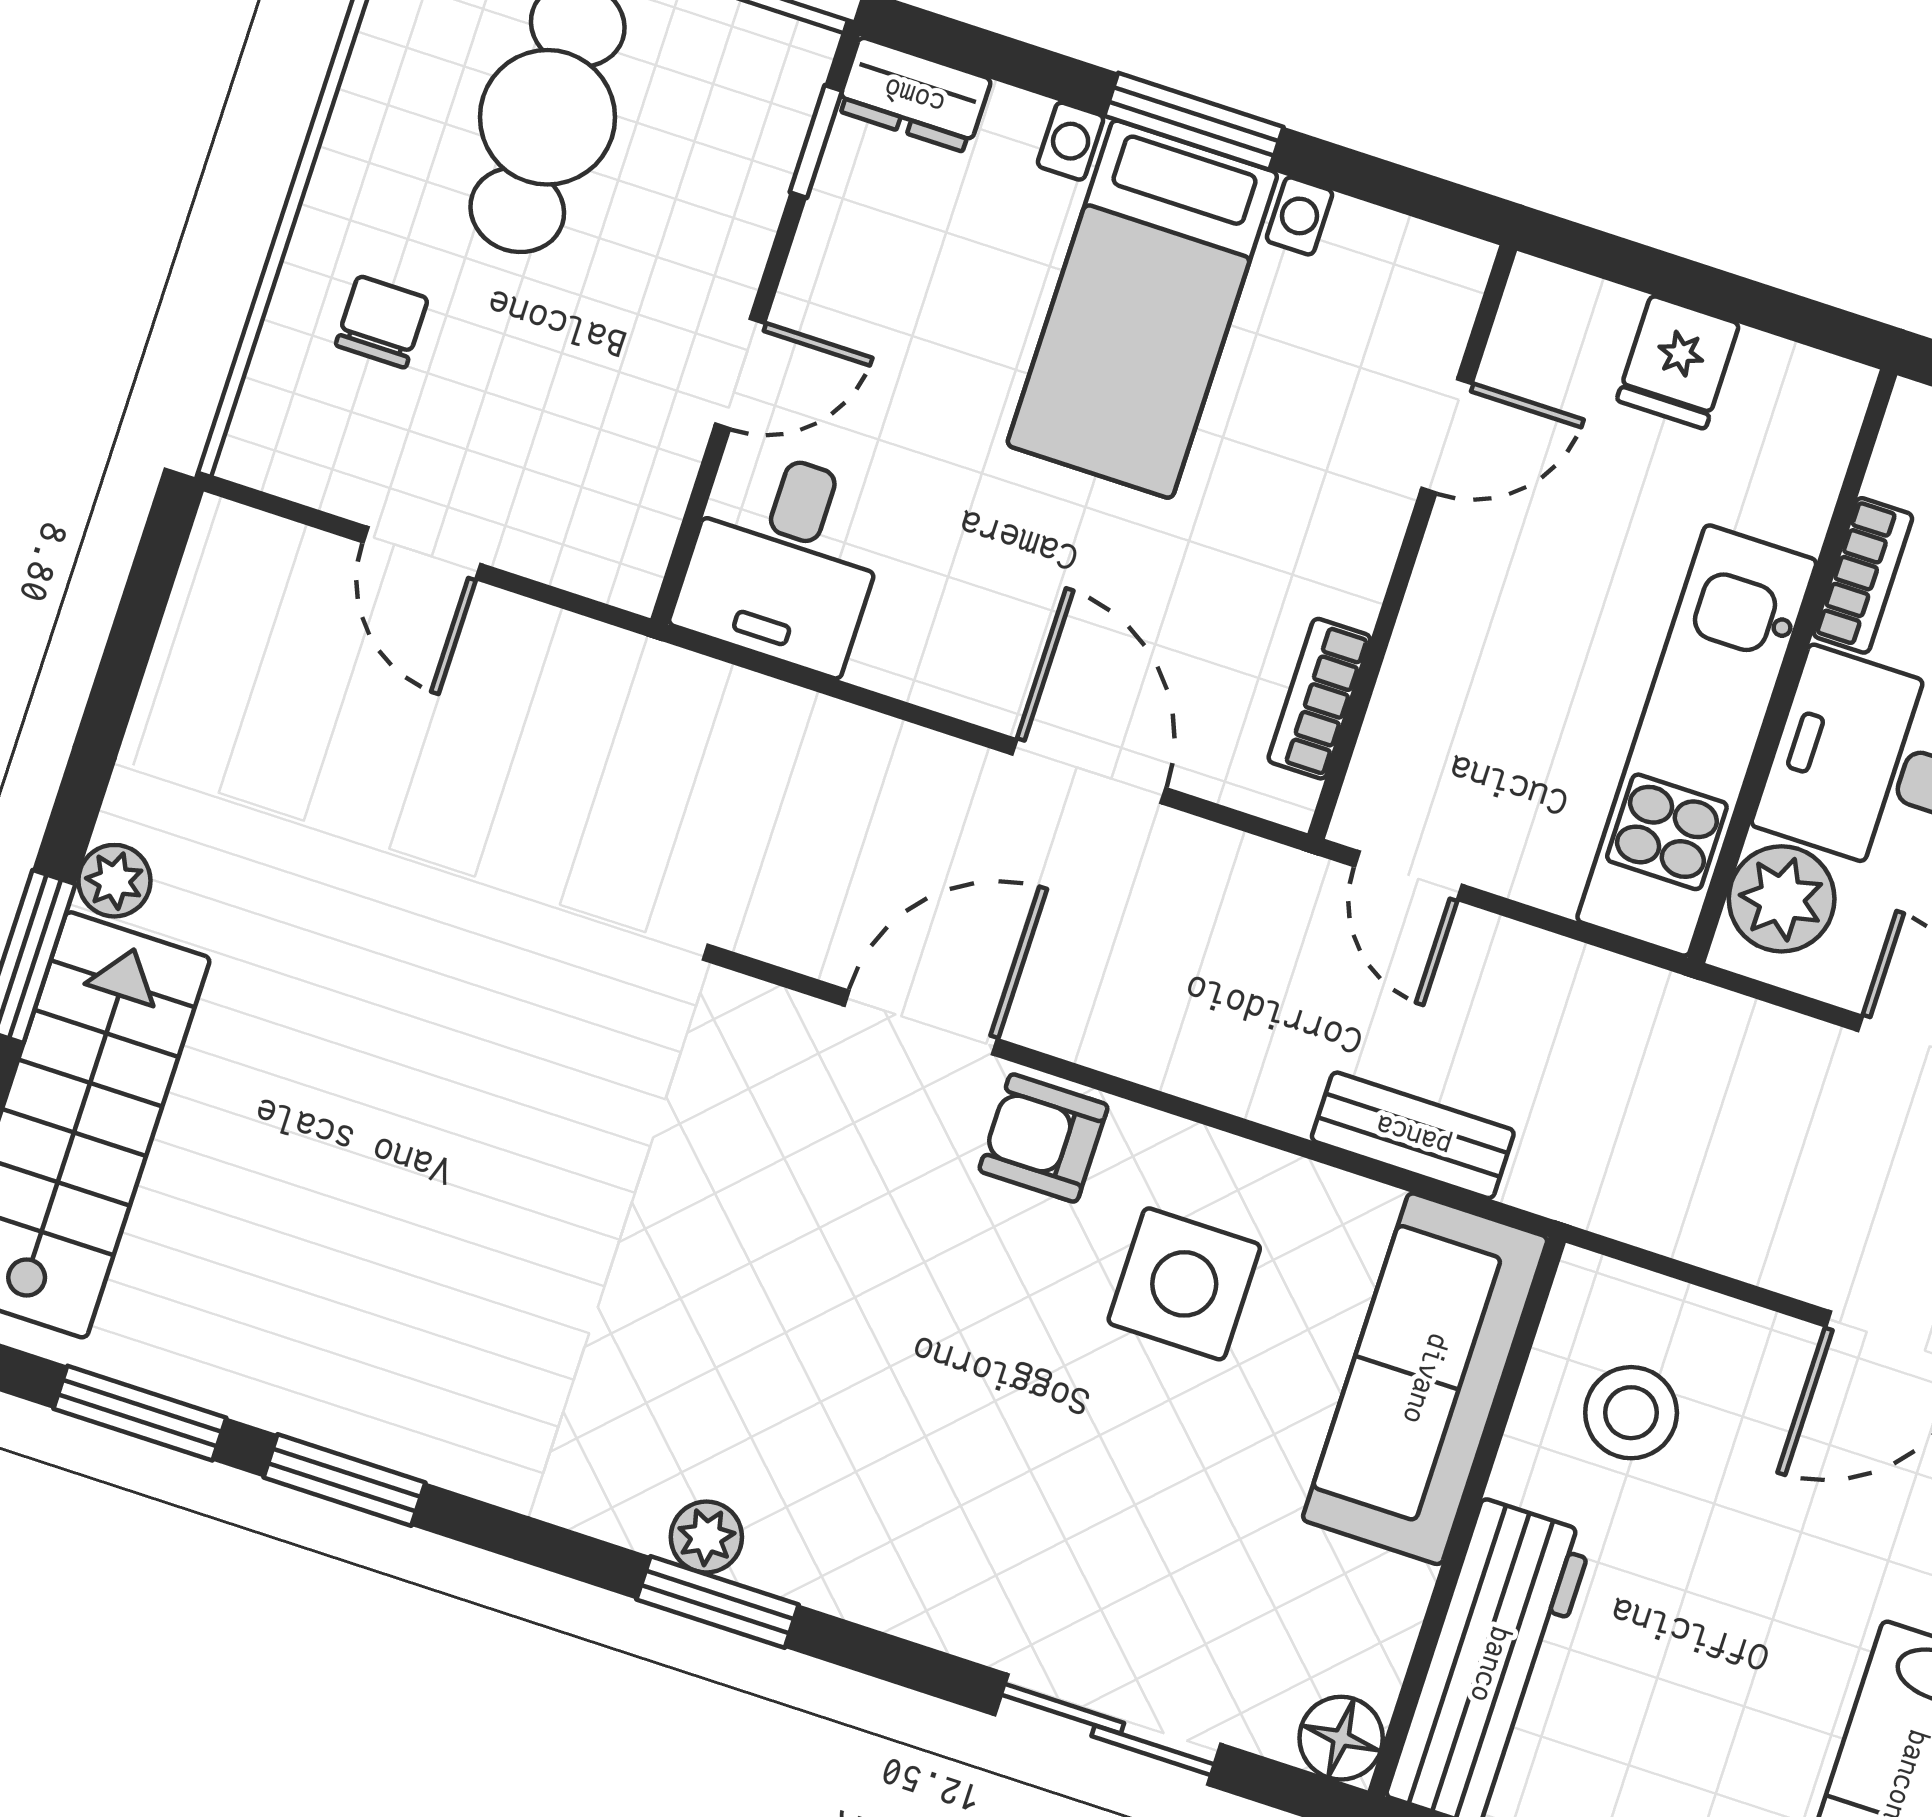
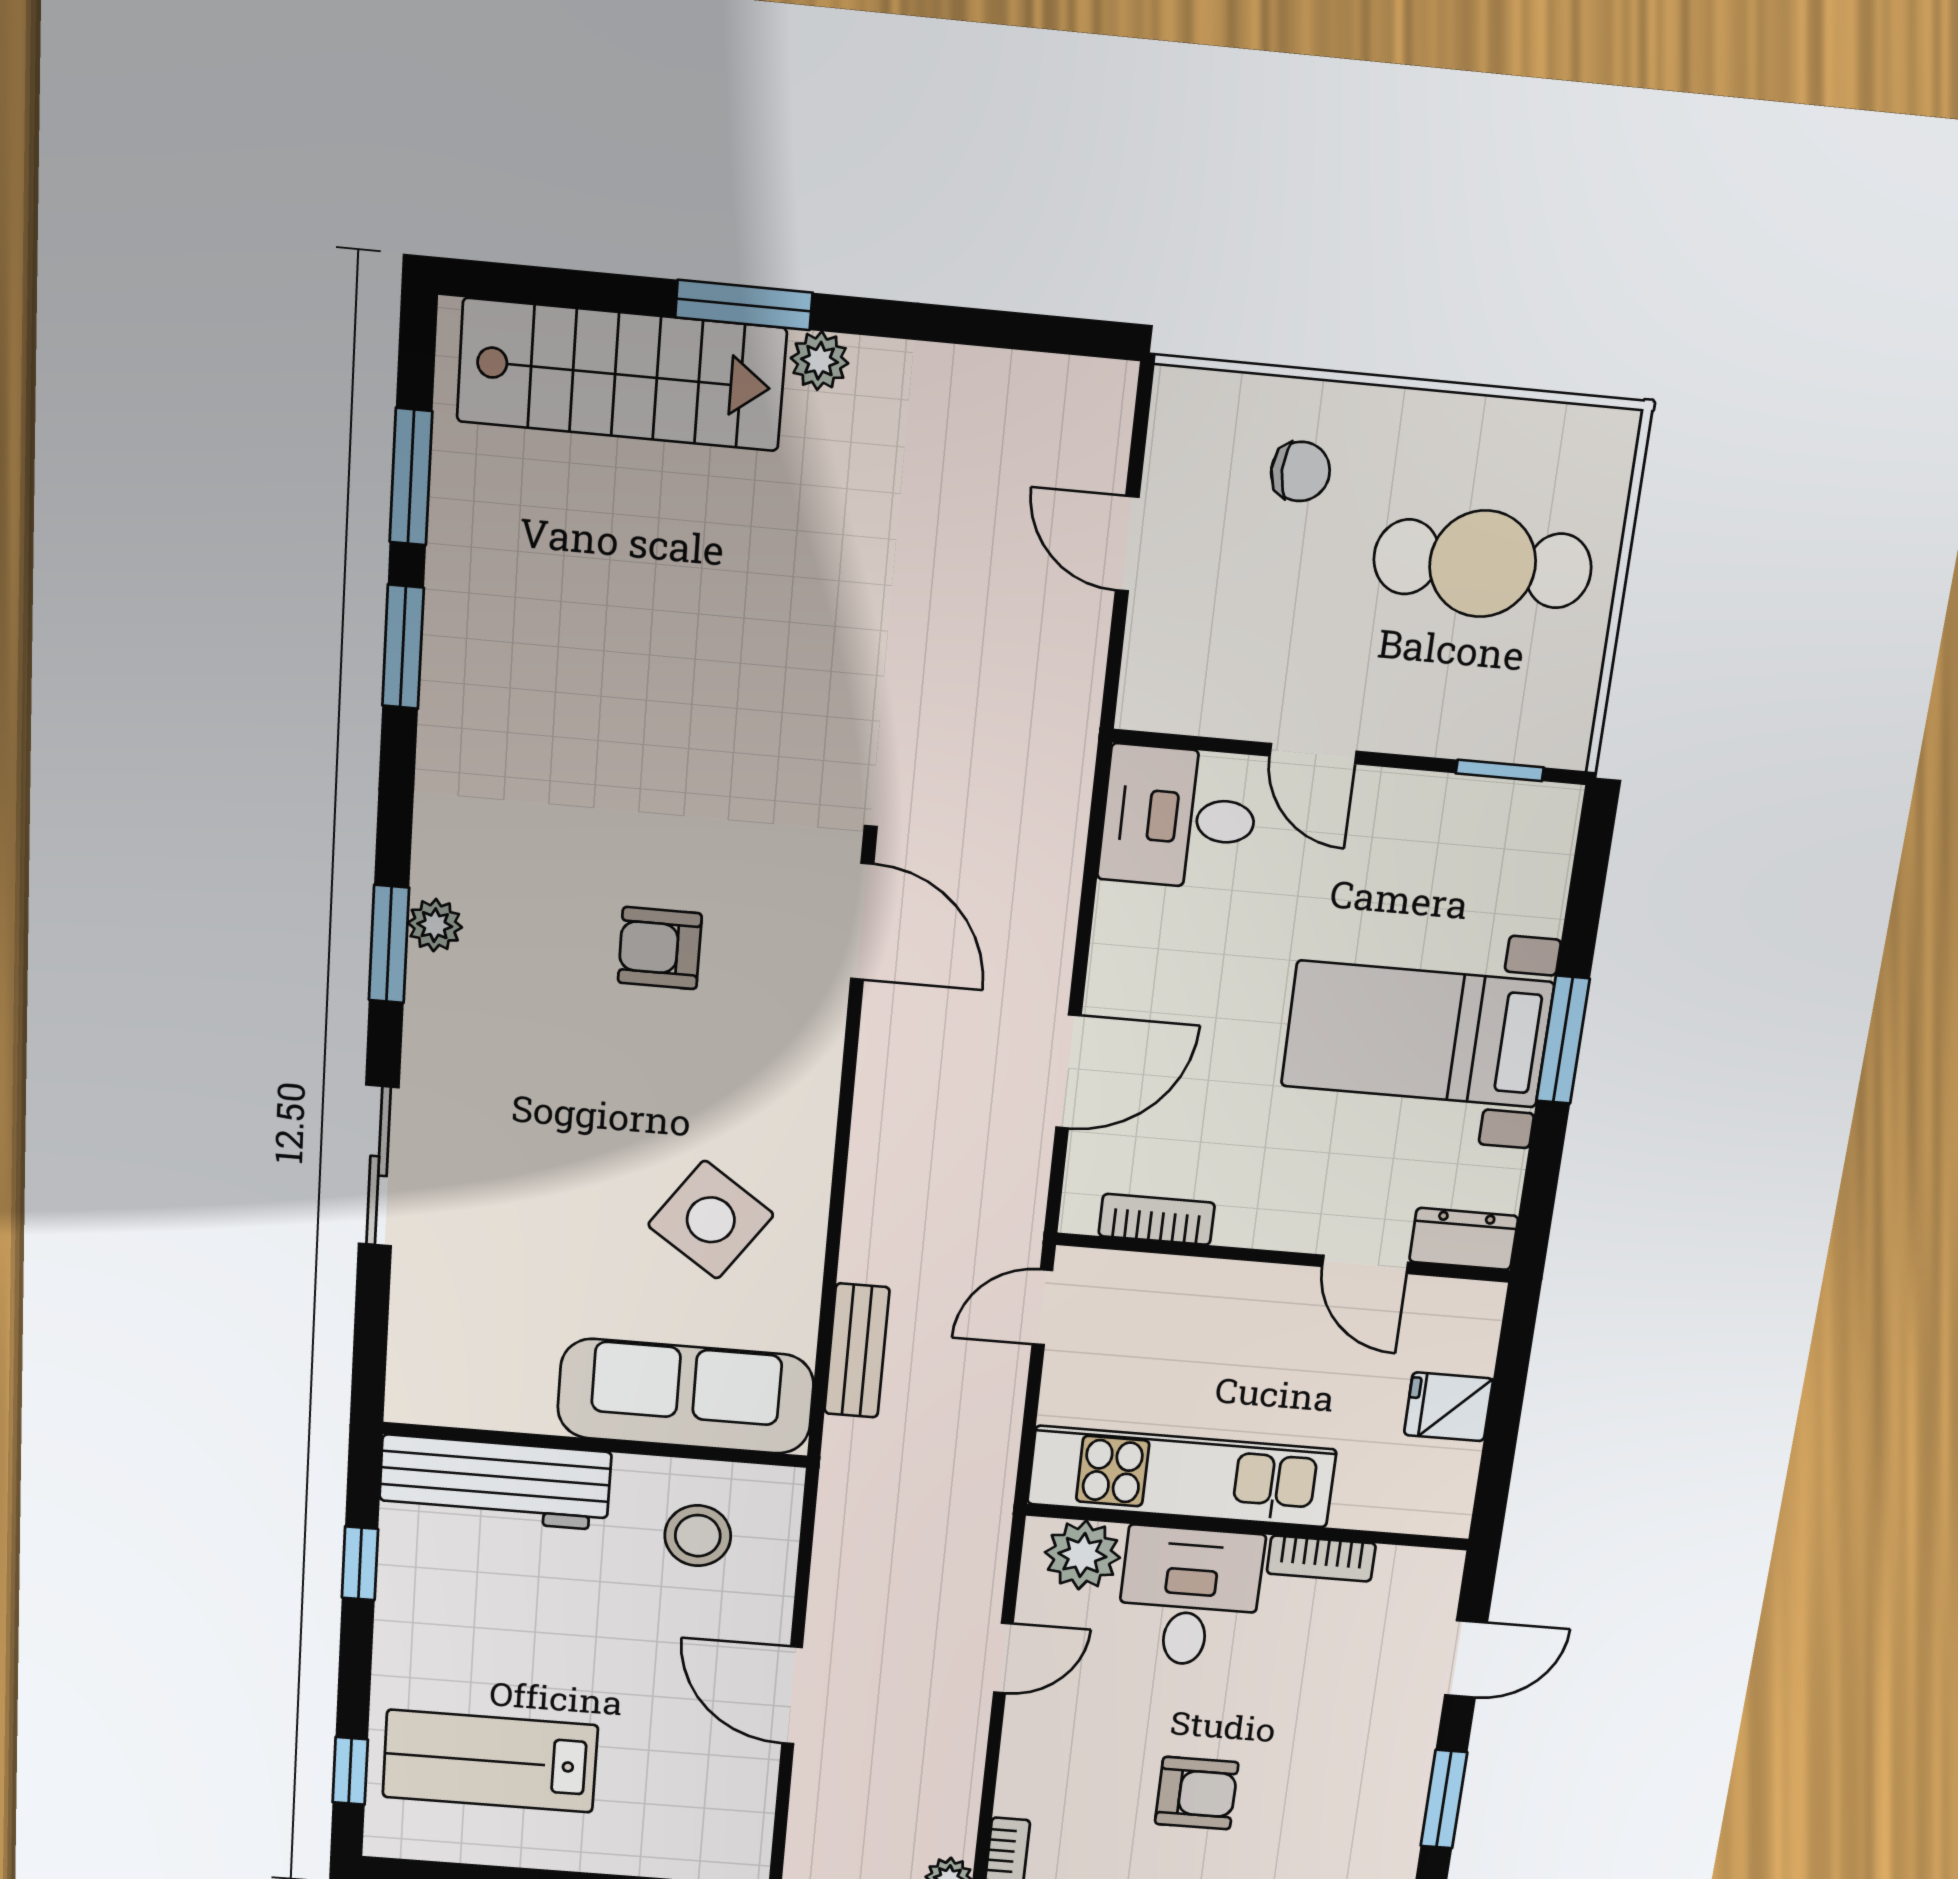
dresser: (914, 95) -> (1464, 1239), moved, turned 90
door: (422, 553) -> (1127, 544), hinge flipped
door: (921, 1022) -> (862, 922), moved
armchair: (1043, 1138) -> (660, 948), moved, turned -90
side table: (1184, 1284) -> (711, 1220), turned 35
sliding door: (1108, 1729) -> (379, 1166), moved
floor lamp: (1341, 1738) -> (415, 1396), removed

